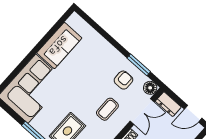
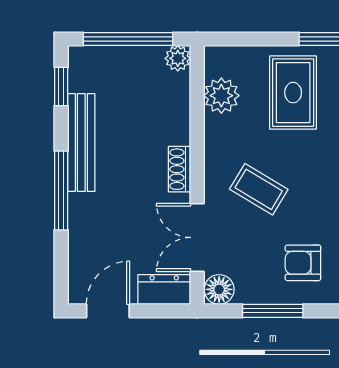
armchair: (123, 80) -> (303, 263), moved, turned 90
coffee table: (107, 109) -> (259, 189), turned -59

